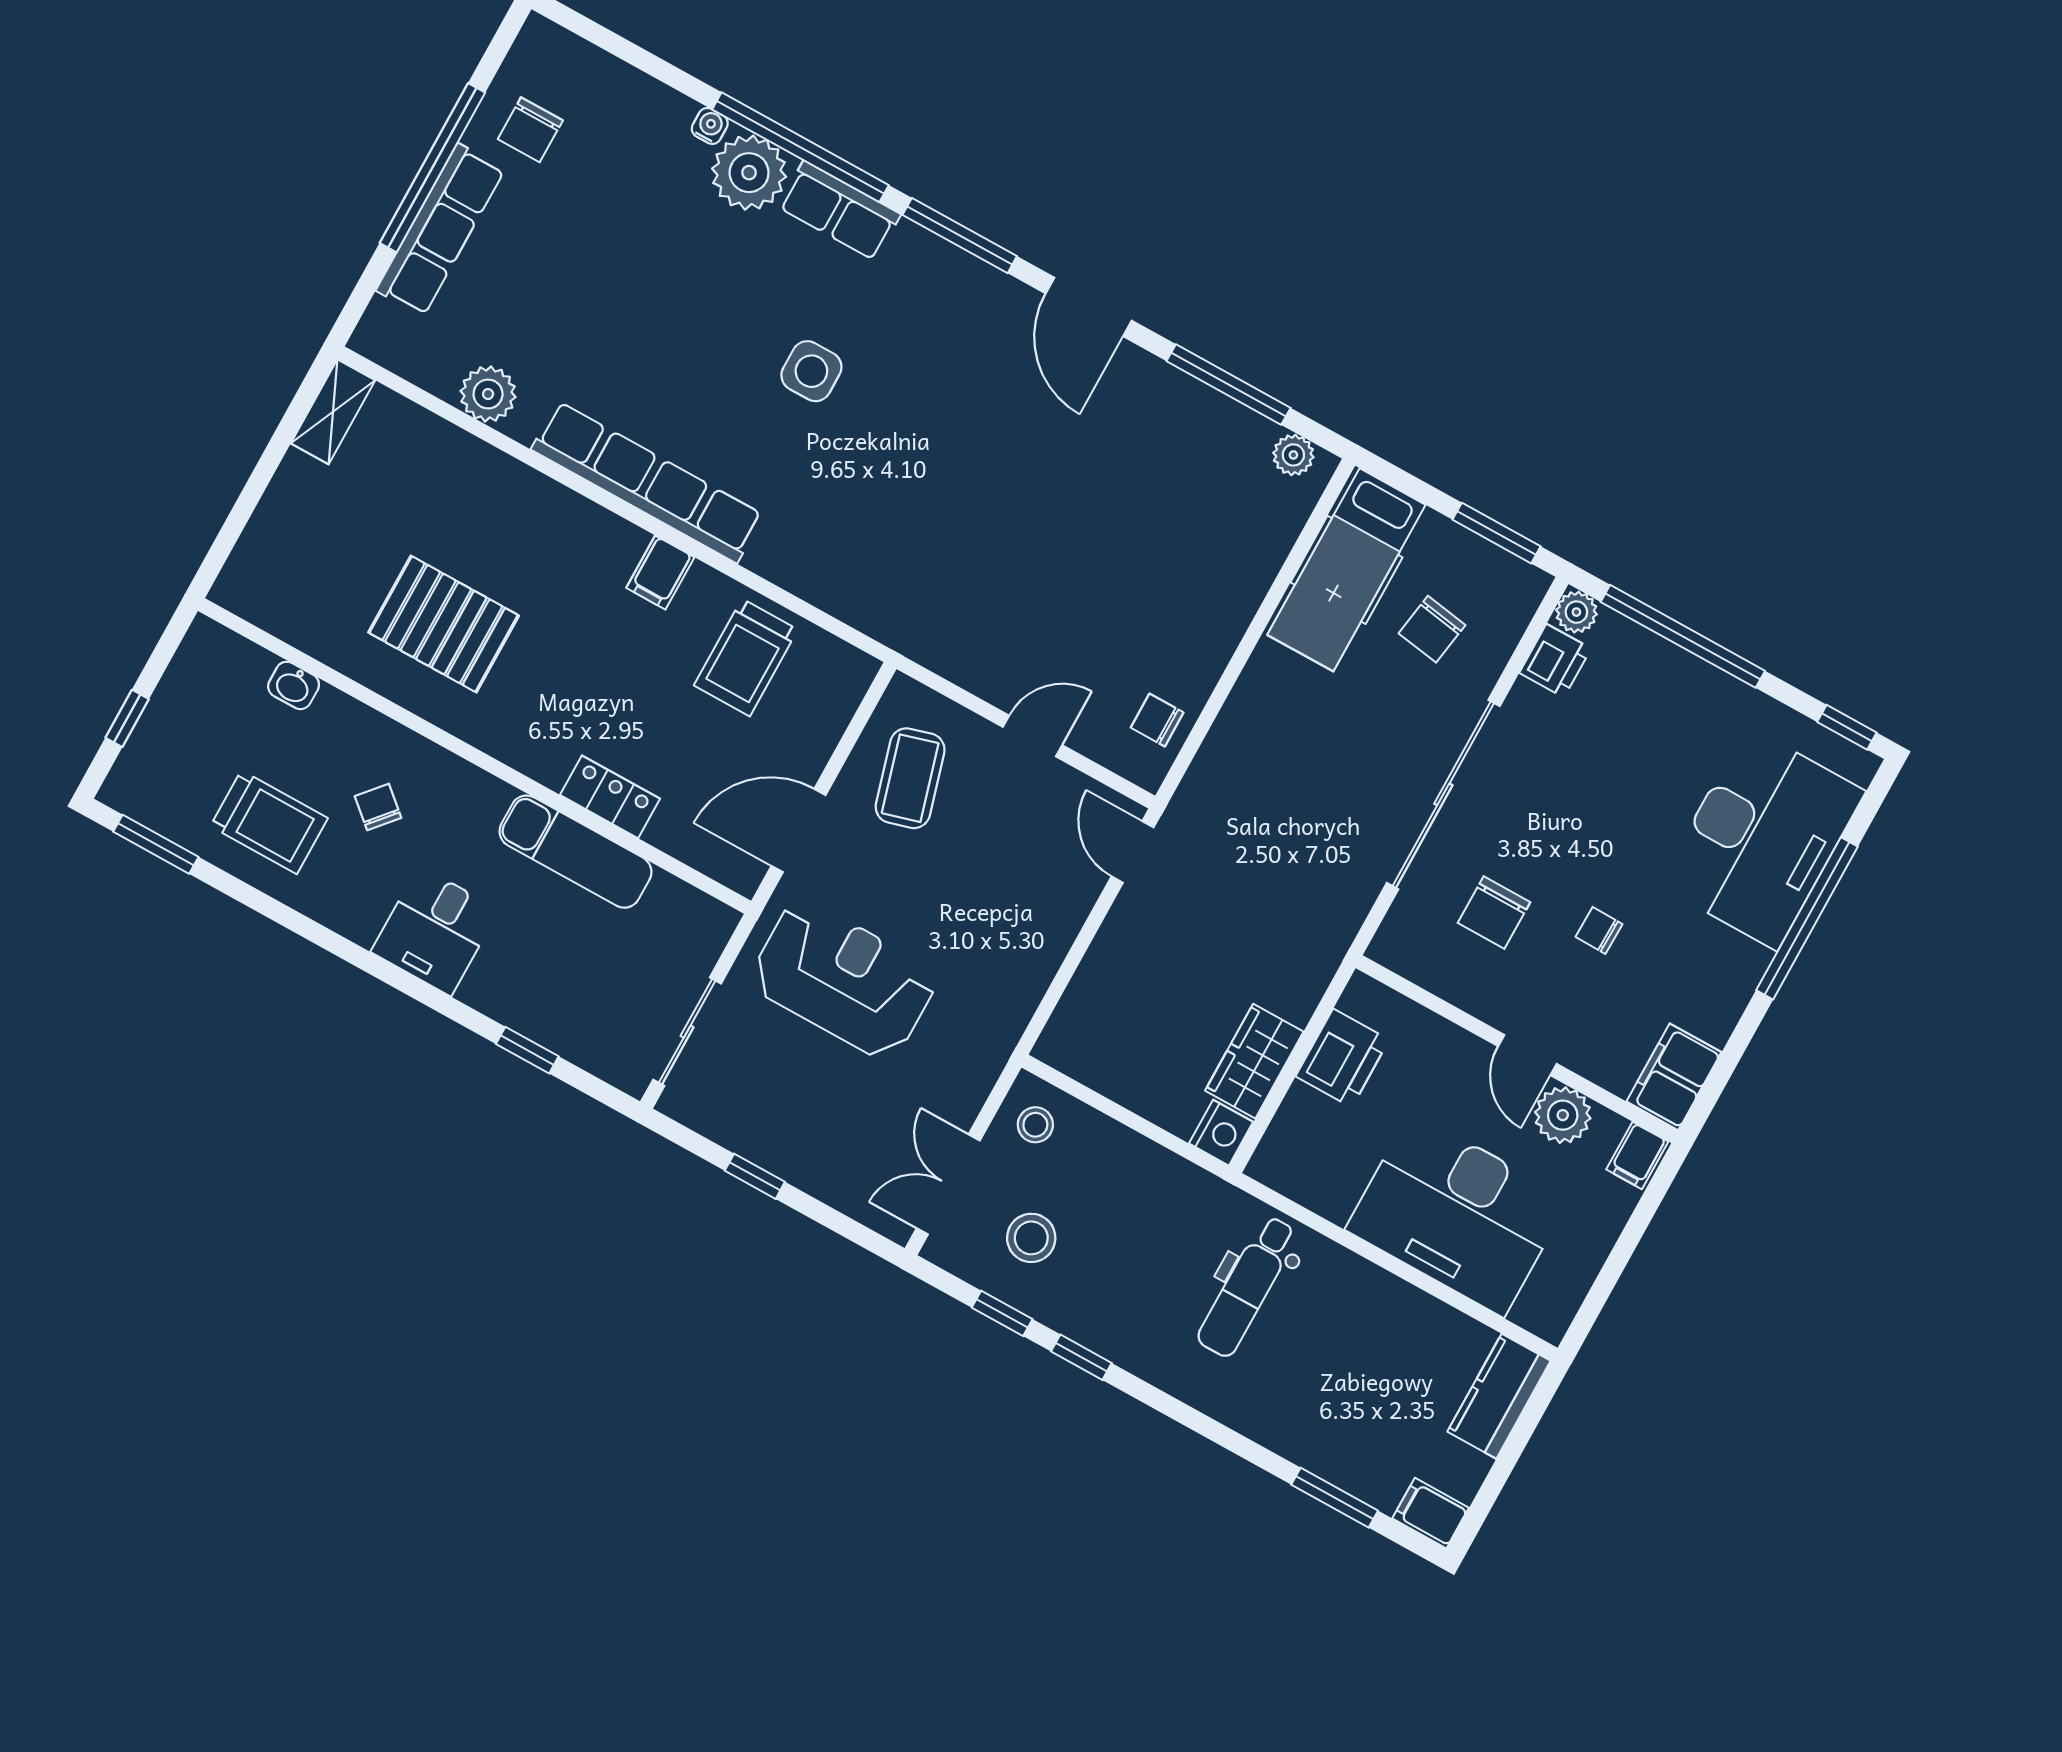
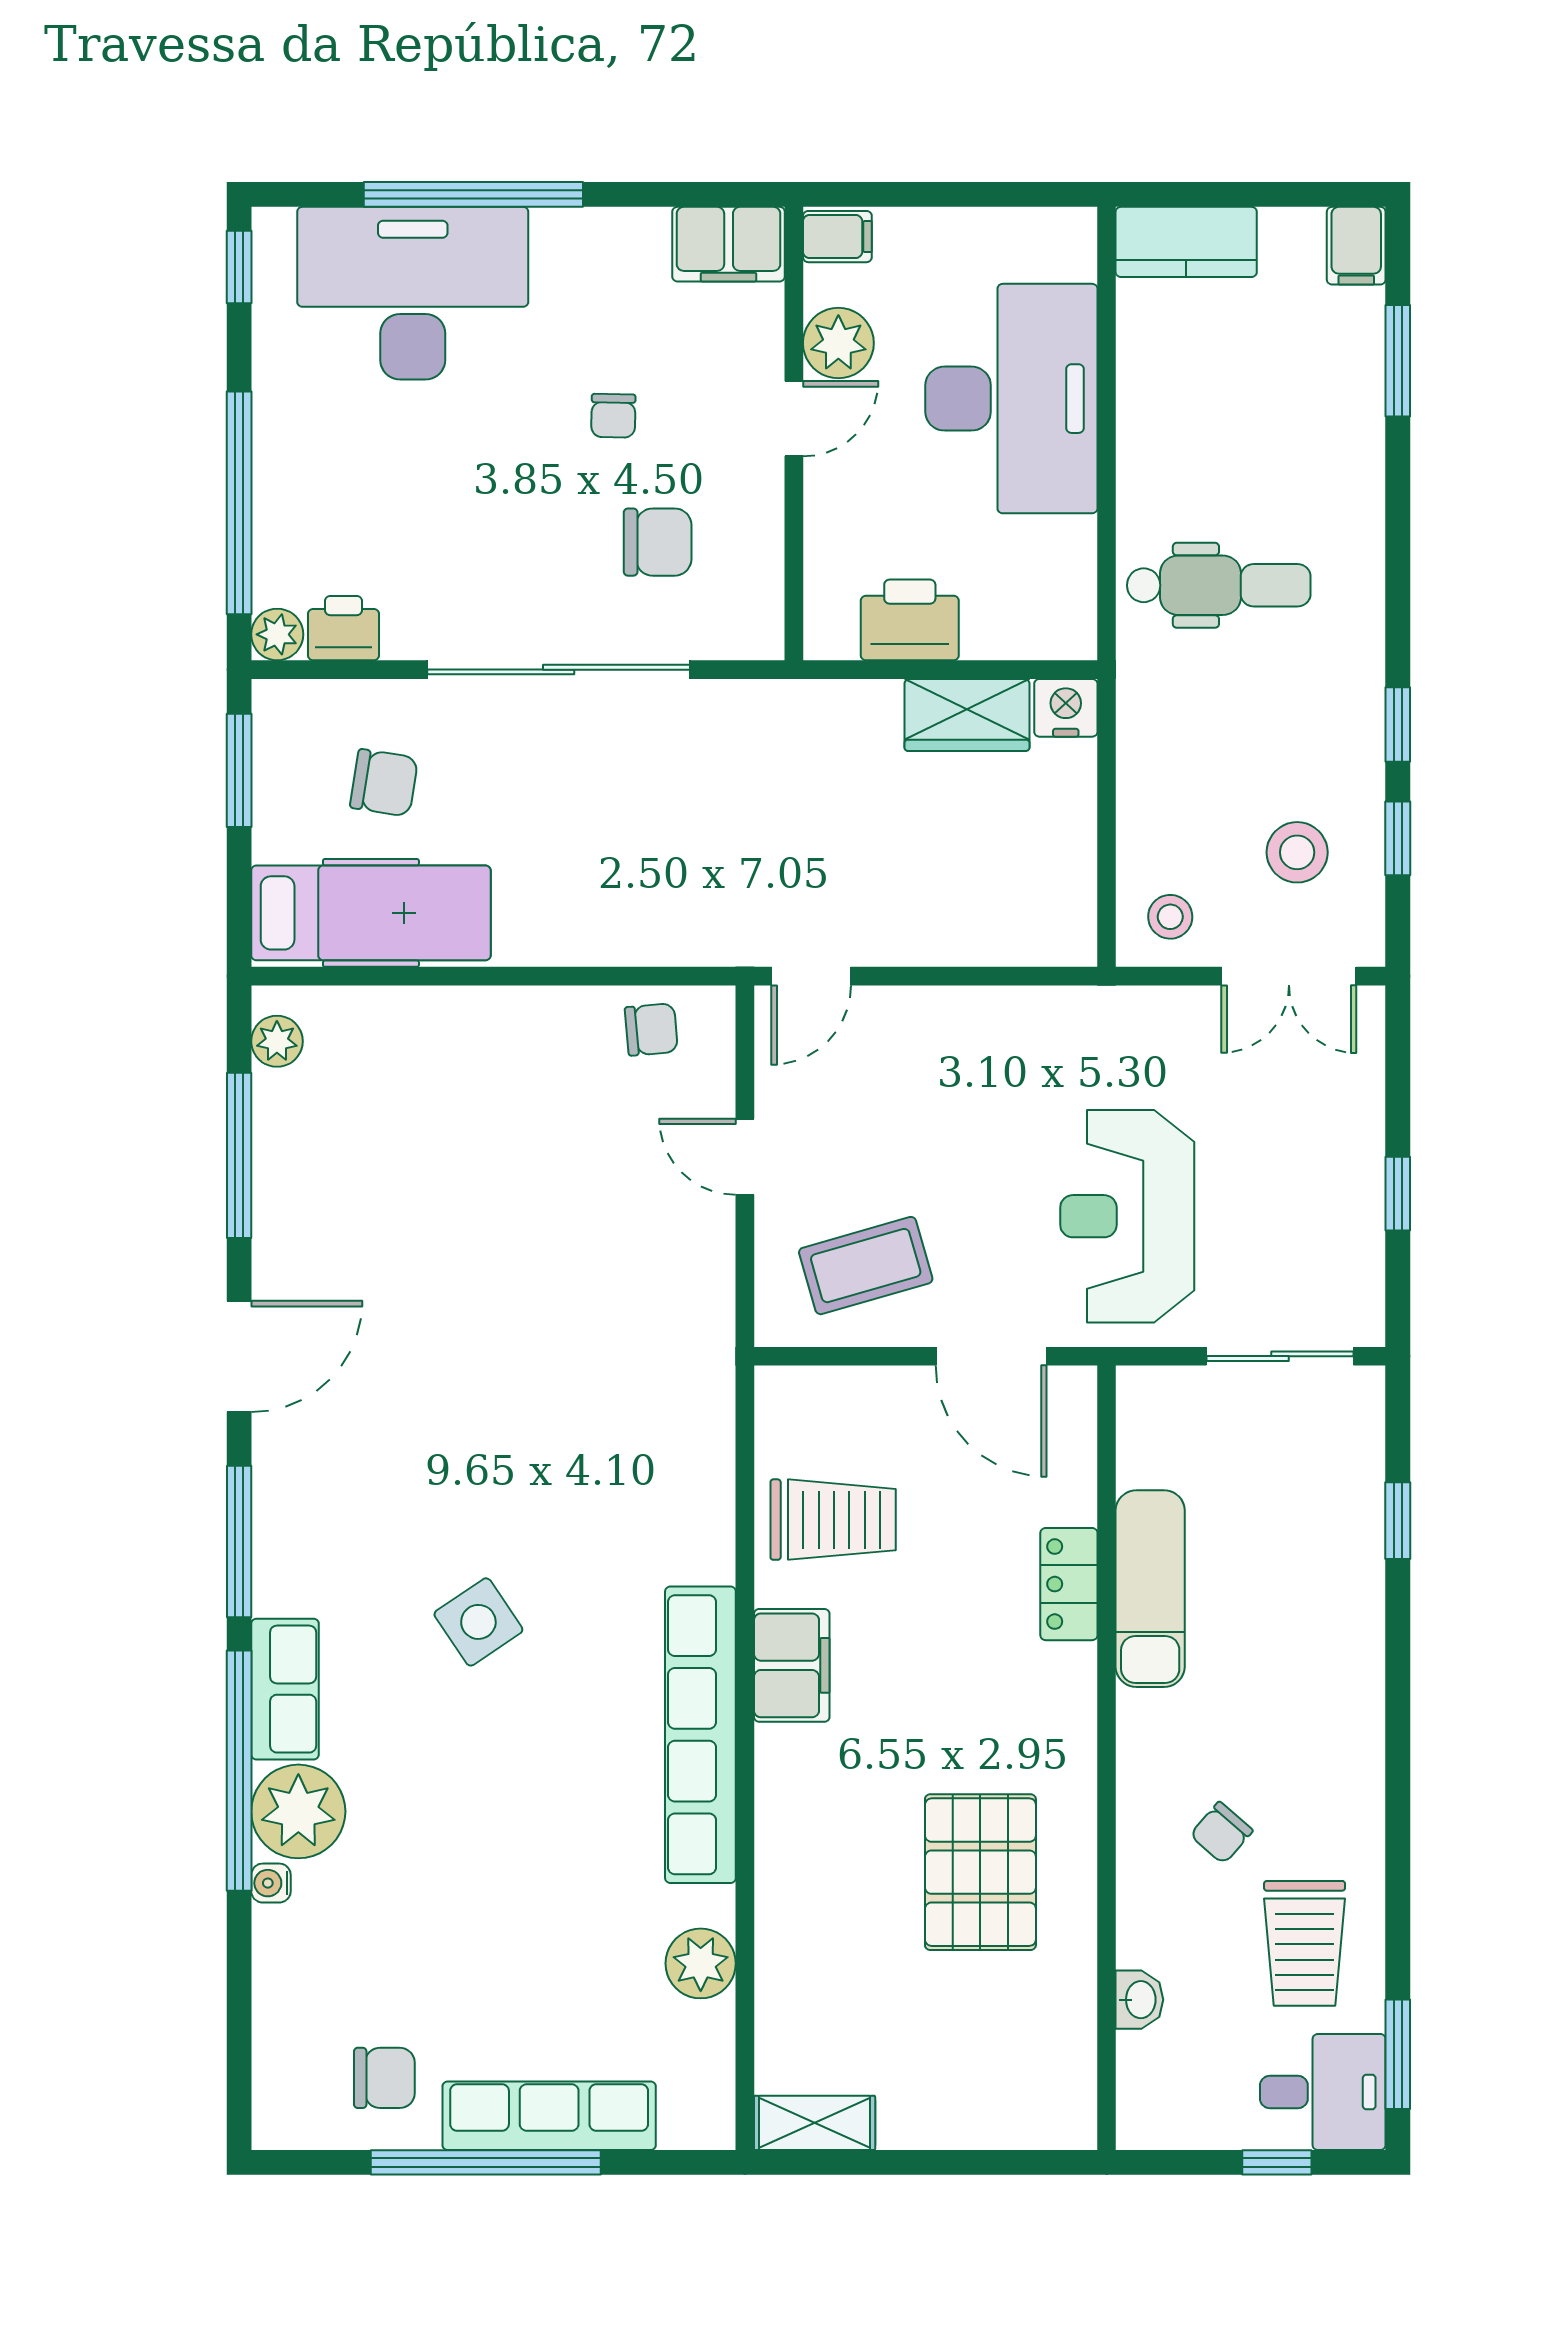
side table: (811, 371) -> (478, 1622), turned -34
filing cabinet: (660, 572) -> (792, 1665), width x2.00
chair: (1157, 720) -> (651, 1029), turned -95
trolley: (269, 822) -> (1305, 1943), turned 180
desk: (435, 931) -> (1323, 2092), moved

